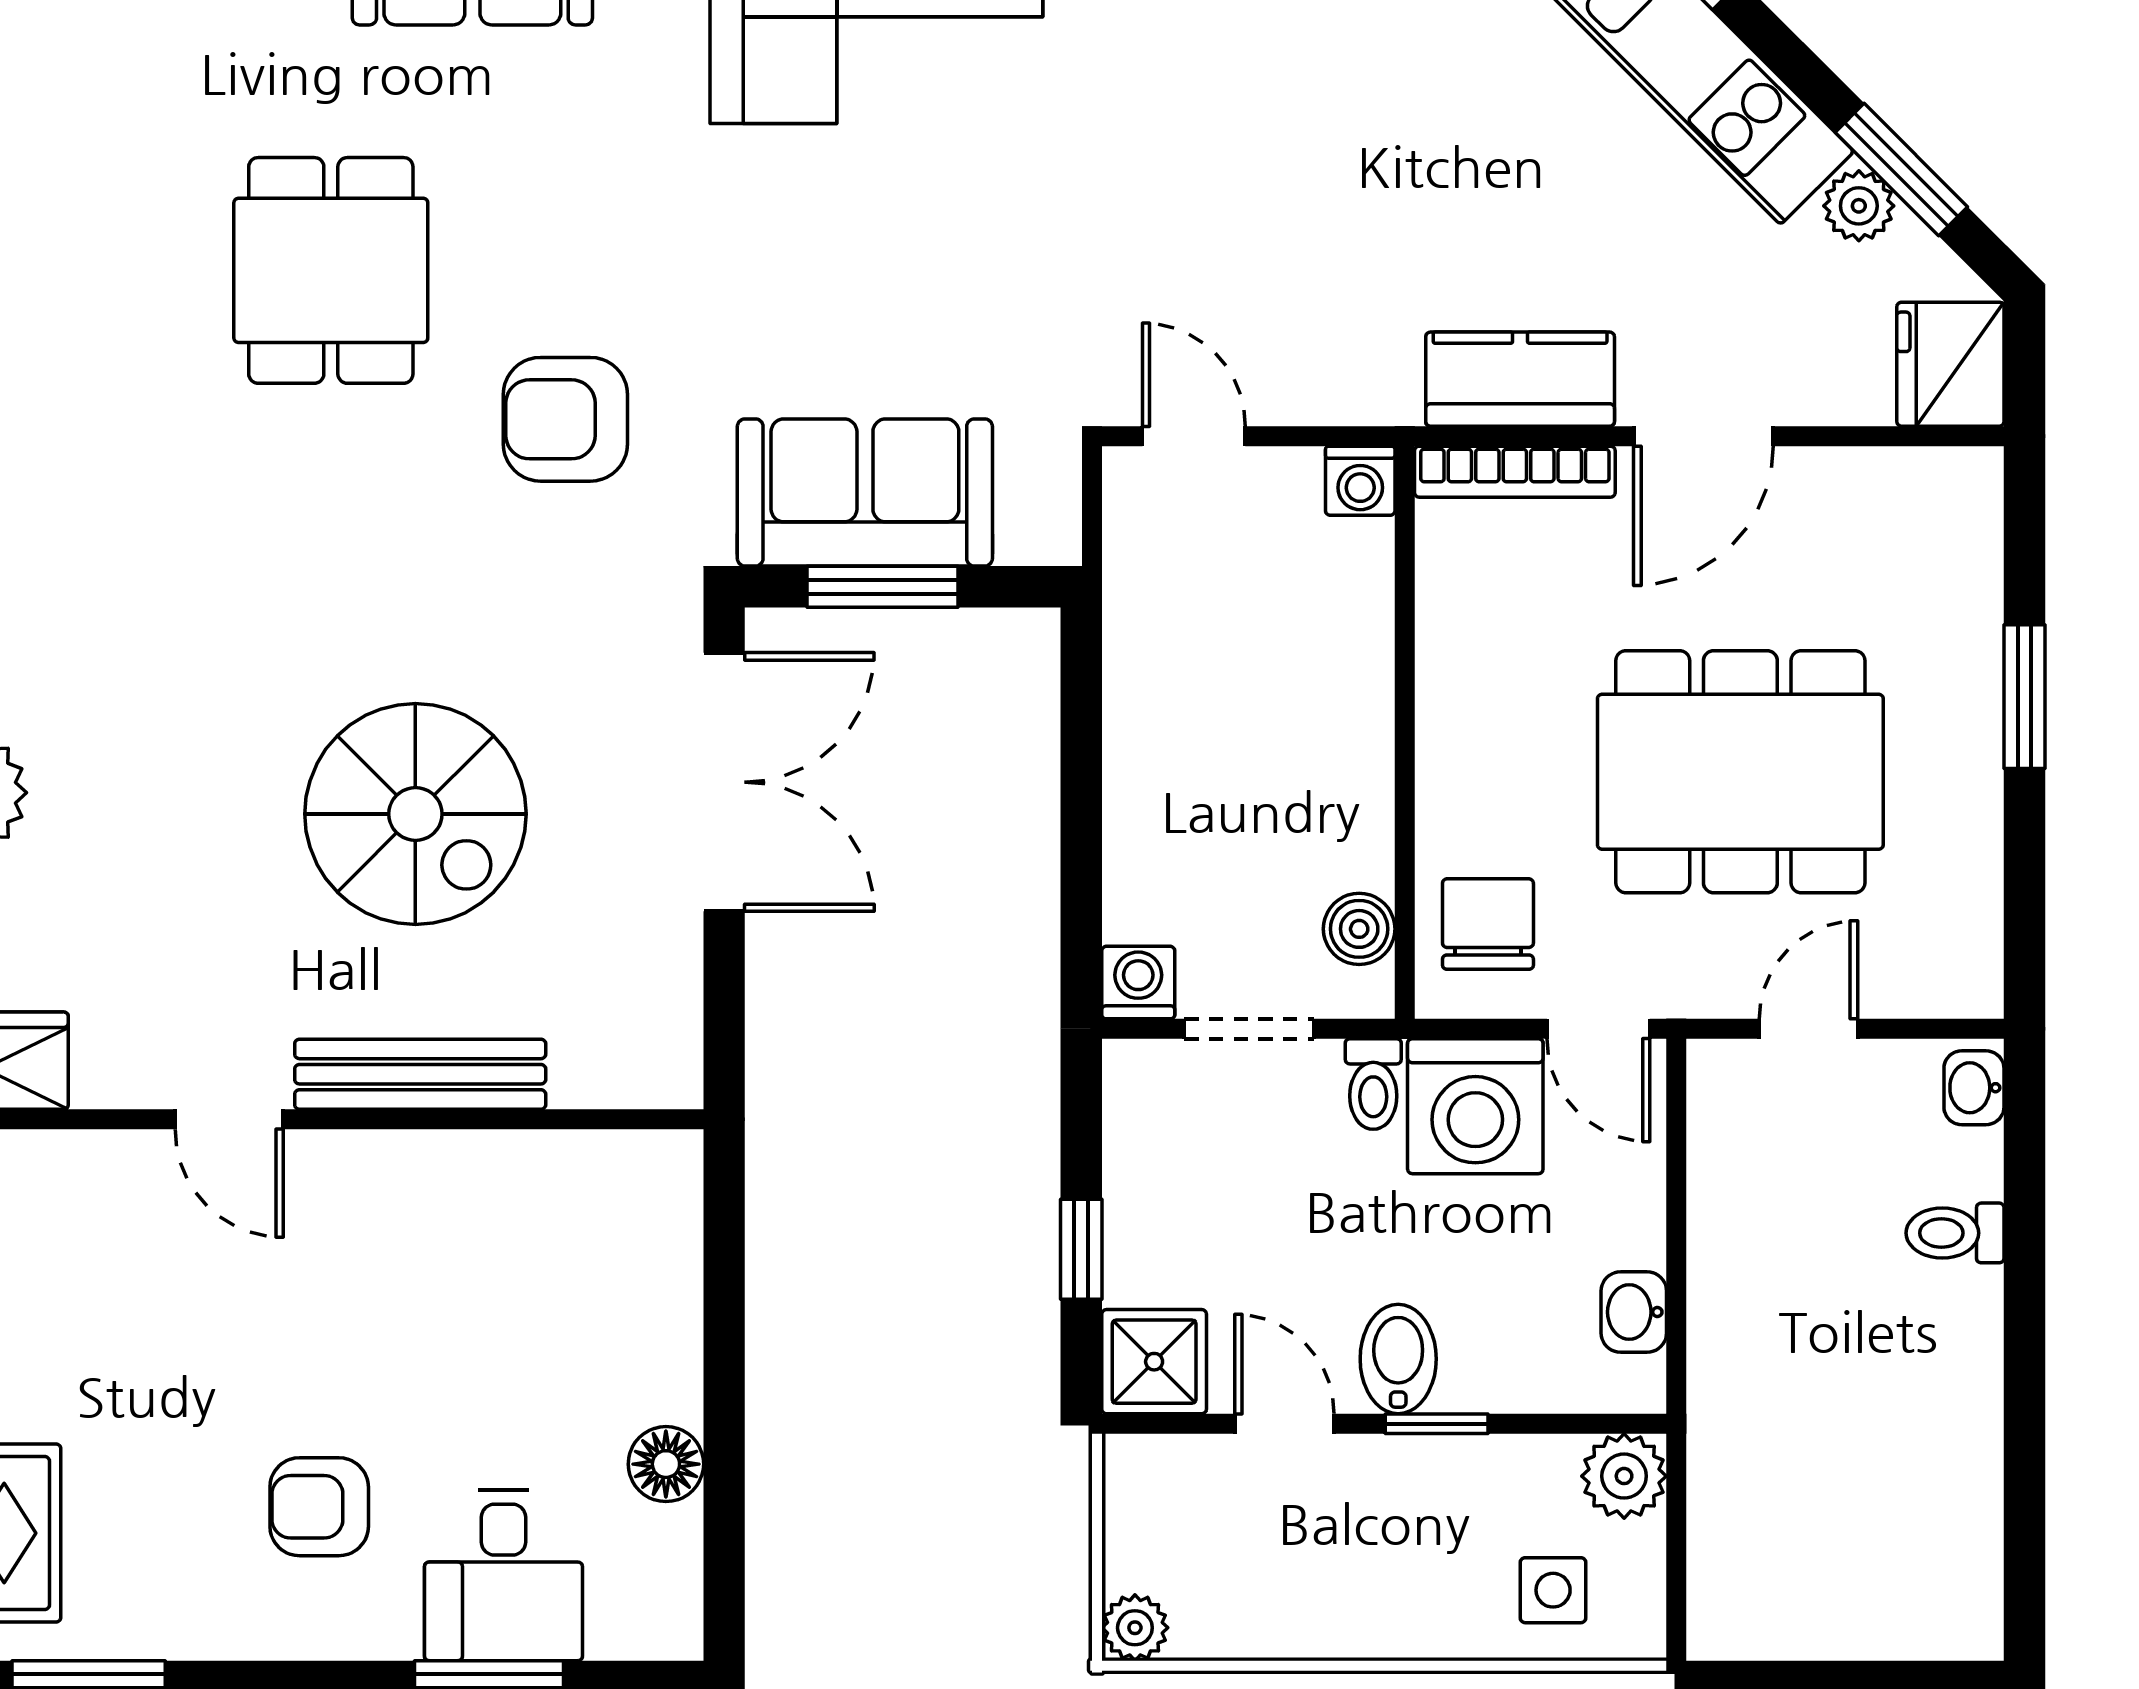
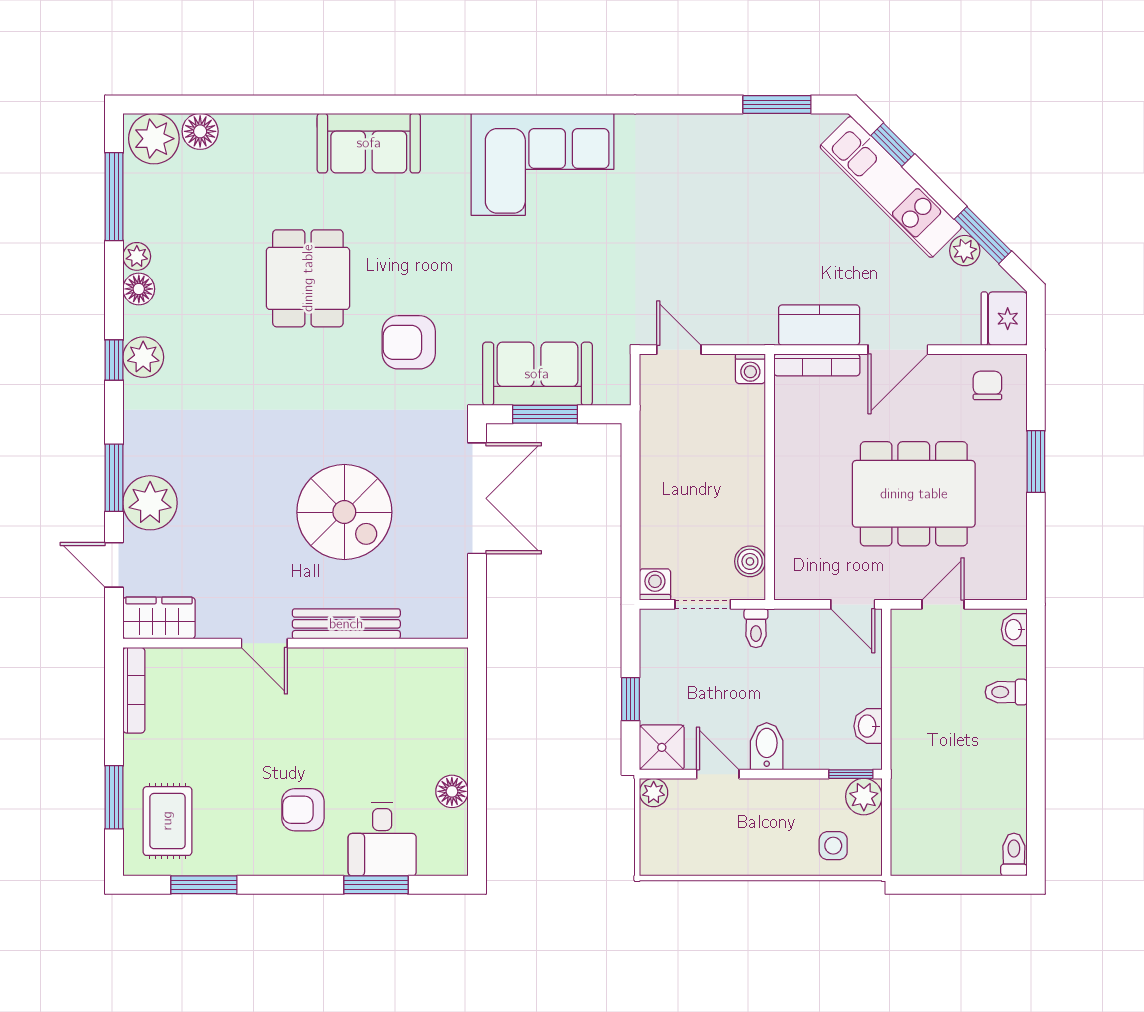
chair: (1488, 924) -> (987, 385), moved, width x0.73, depth x0.73
washing machine: (1475, 1106) -> (800, 638), removed
window: (1437, 1424) -> (851, 774), moved
toilet: (1973, 1611) -> (1014, 855), added
plant: (1135, 1628) -> (654, 793), moved

